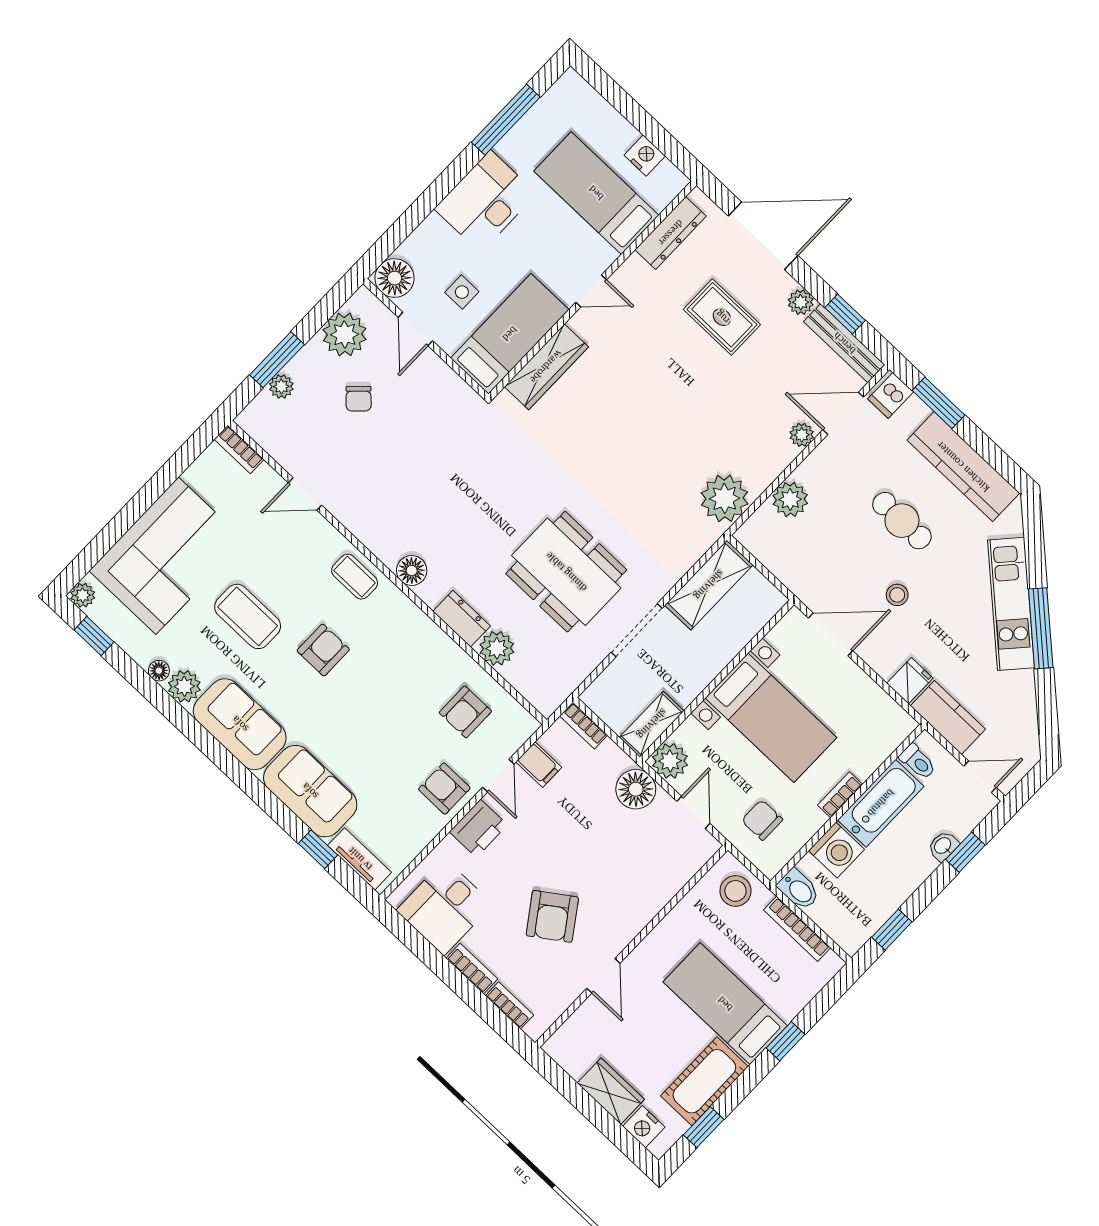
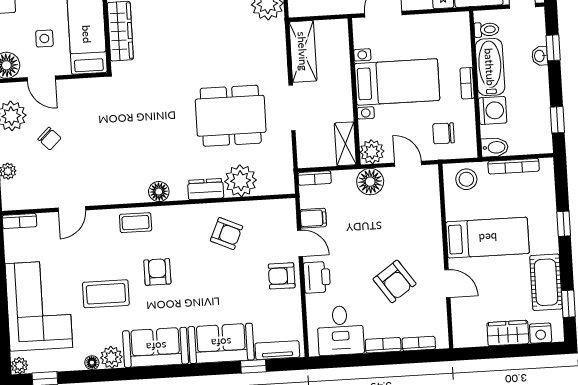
plant: (497, 648) -> (241, 181), width x1.36, depth x1.36
armchair: (465, 712) -> (226, 234), moved, turned -66
bed: (725, 1004) -> (488, 238), moved, turned 180

